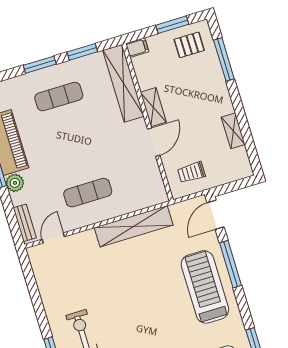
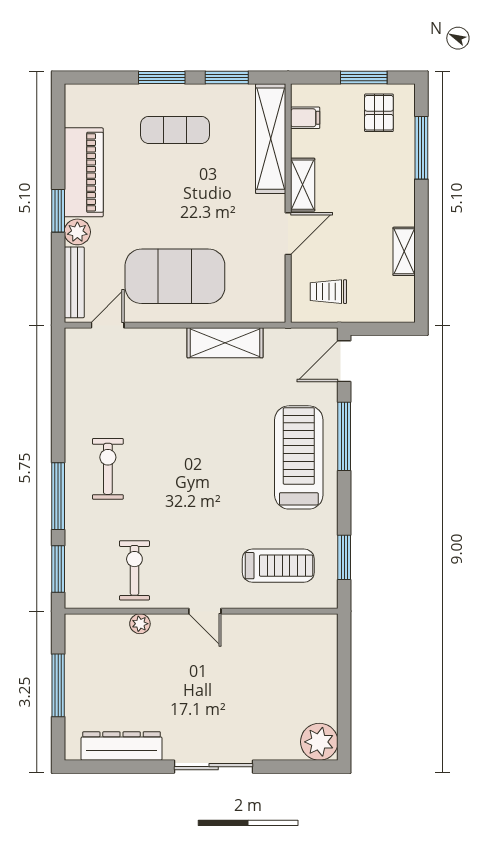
pallet: (189, 45) -> (379, 113), turned 90
filing cabinet: (137, 48) -> (305, 118), moved
exercise mat: (88, 193) -> (175, 276), width x2.00, depth x1.45
bench: (25, 223) -> (74, 282), width x1.36
shelving: (134, 226) -> (225, 343), width x0.68

